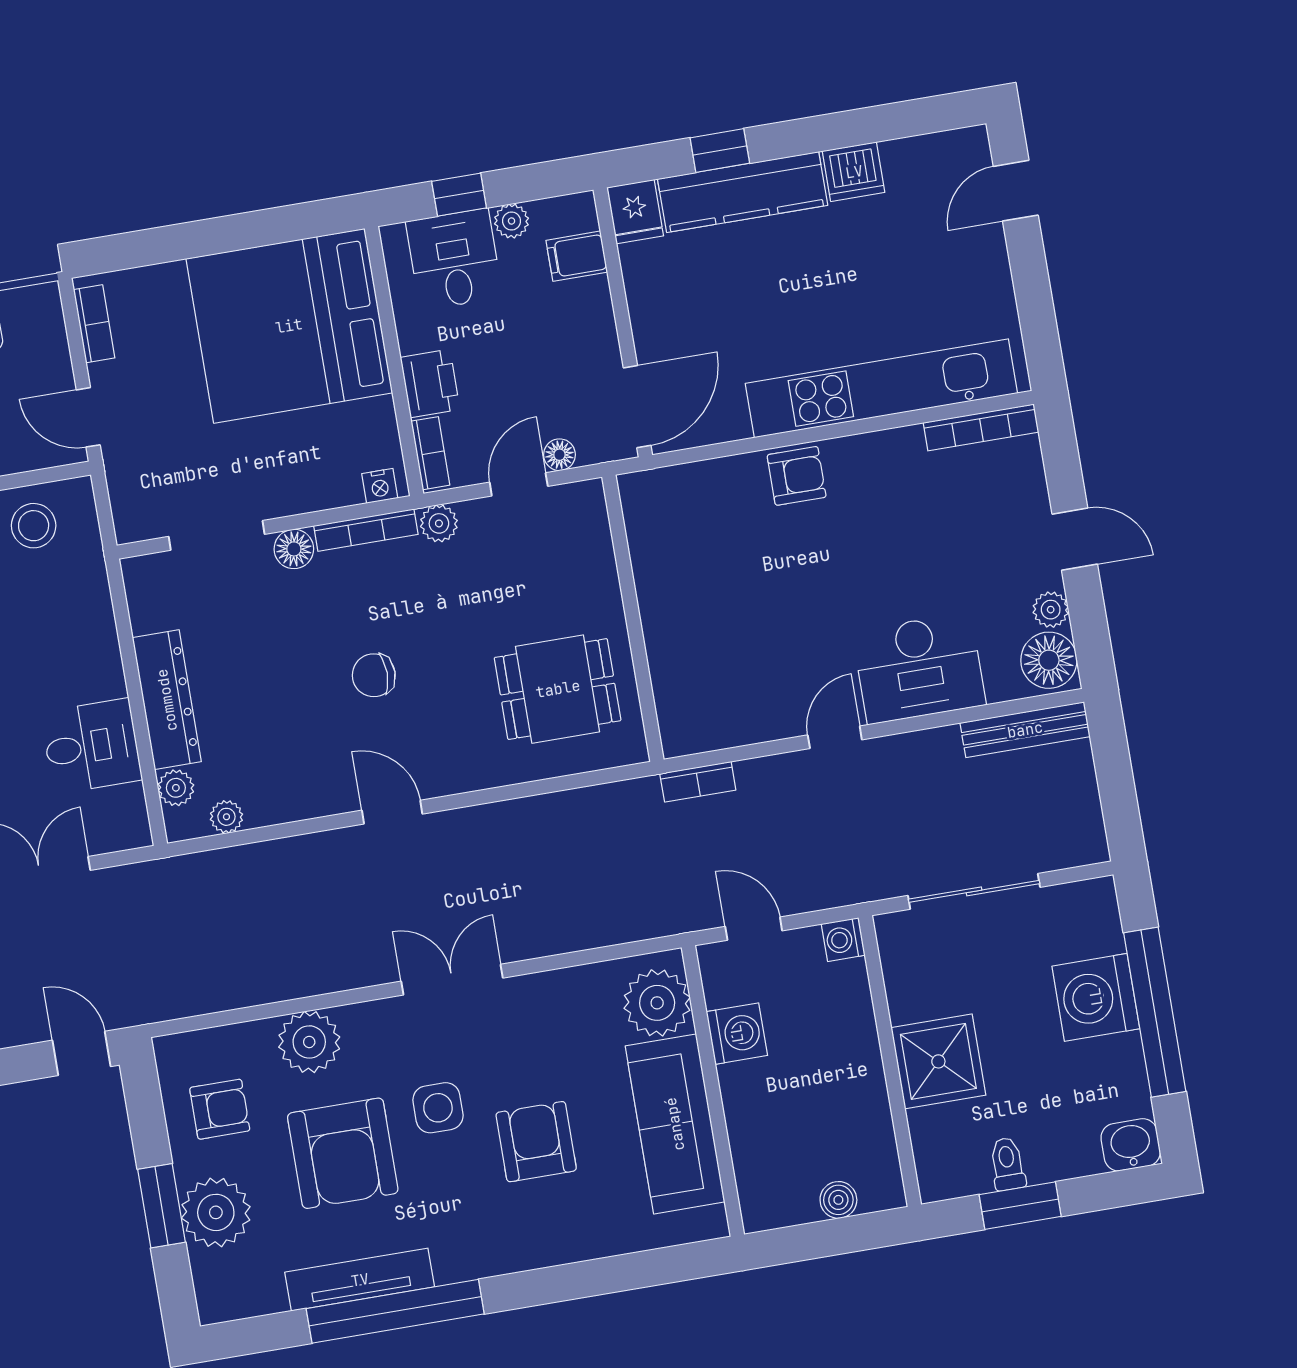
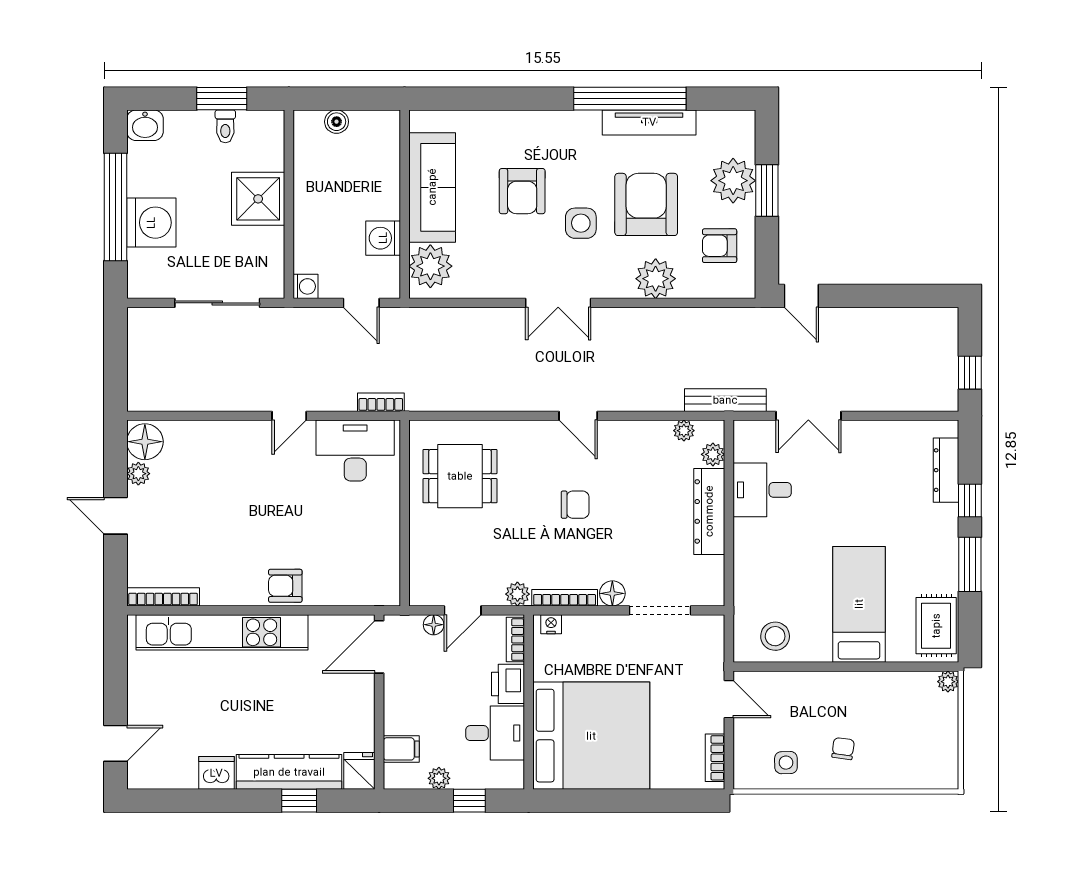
desk: (454, 259) -> (495, 733), moved, turned -90
desk: (919, 668) -> (355, 451), moved
bench: (1025, 730) -> (725, 400), moved

